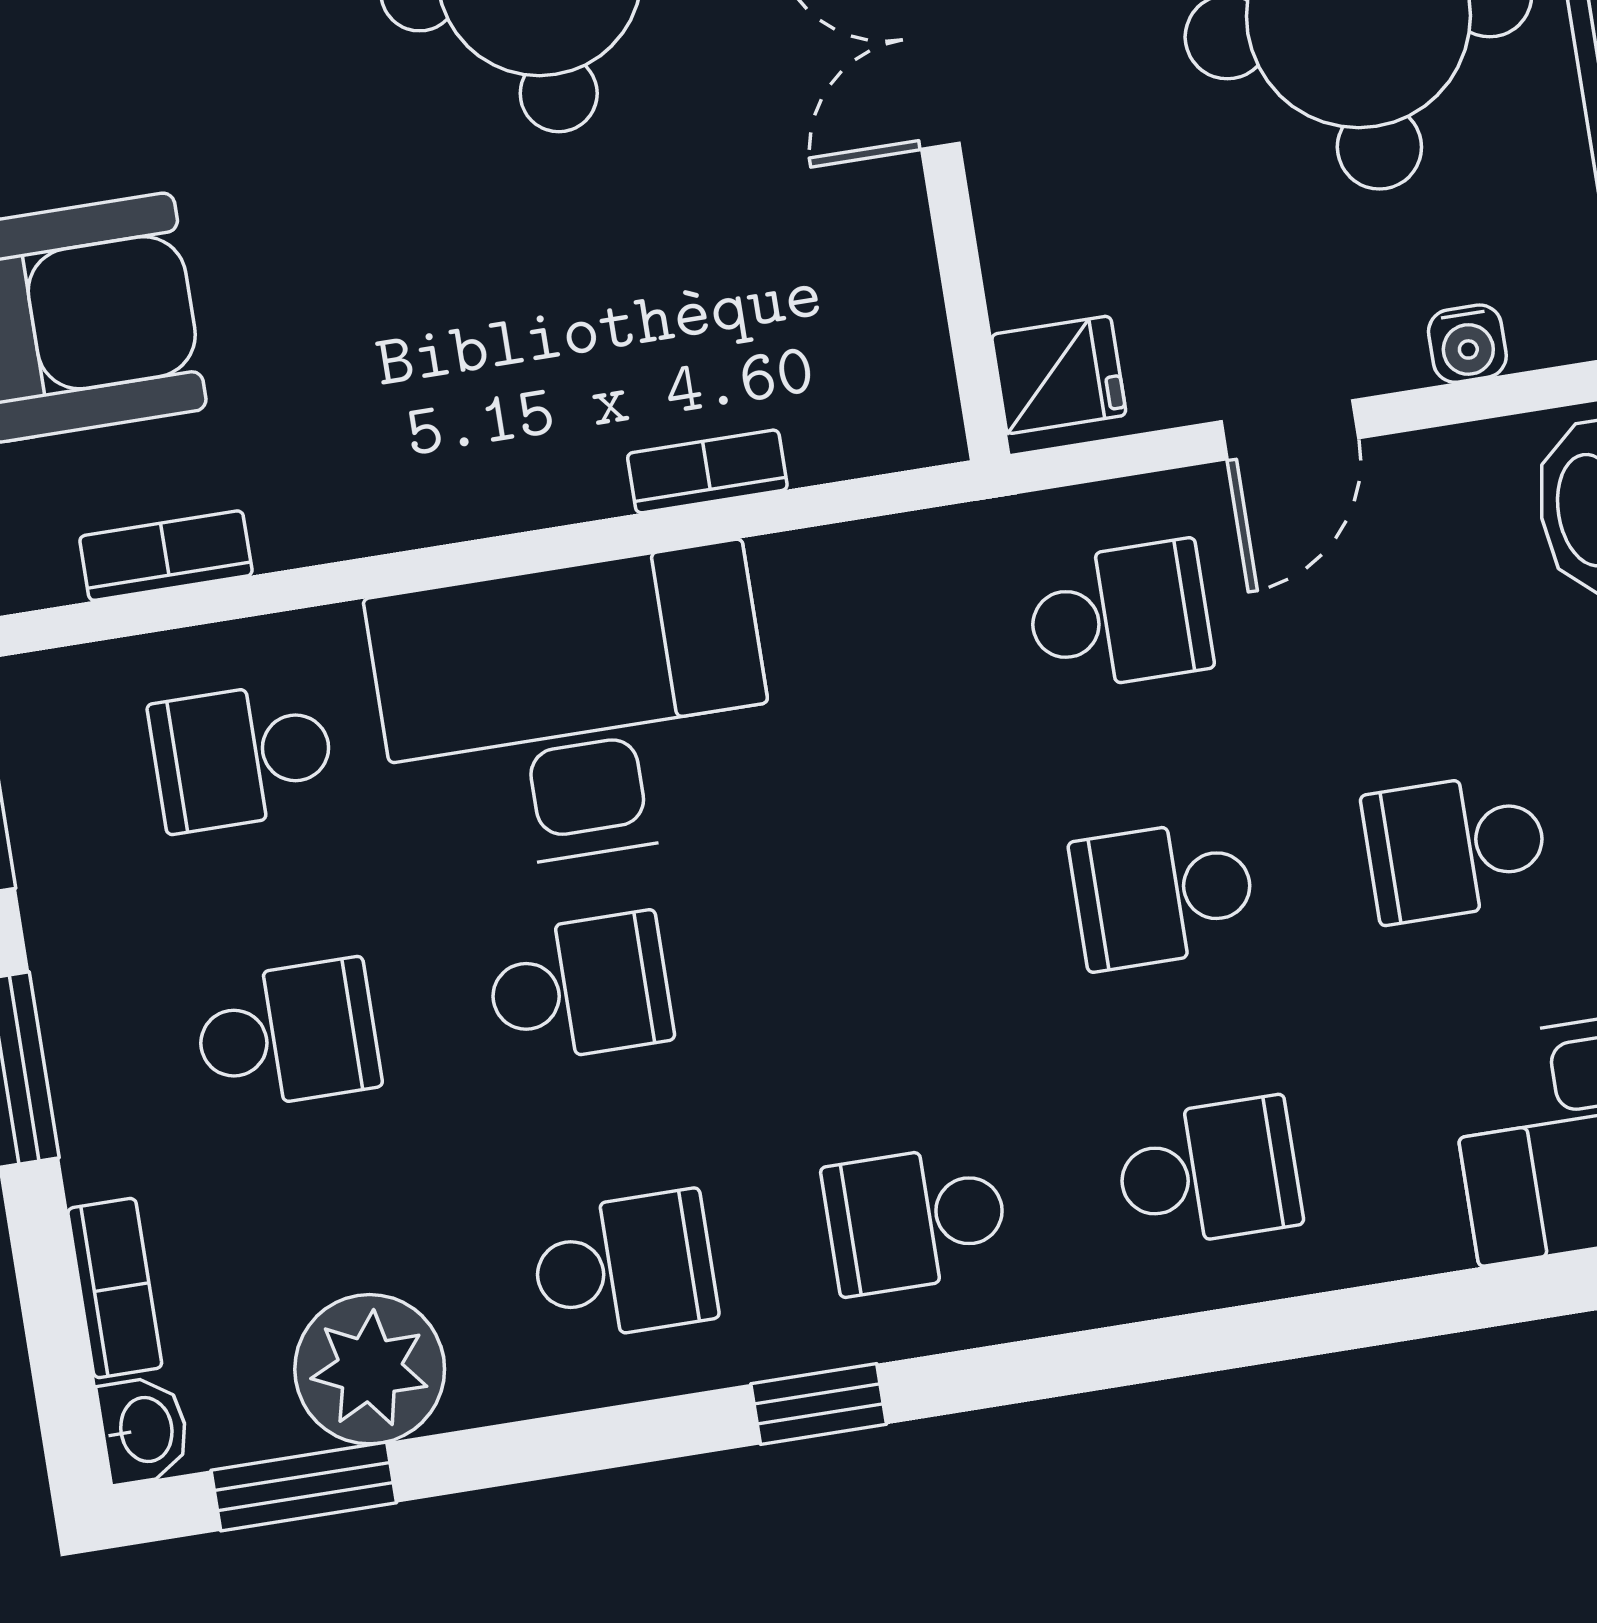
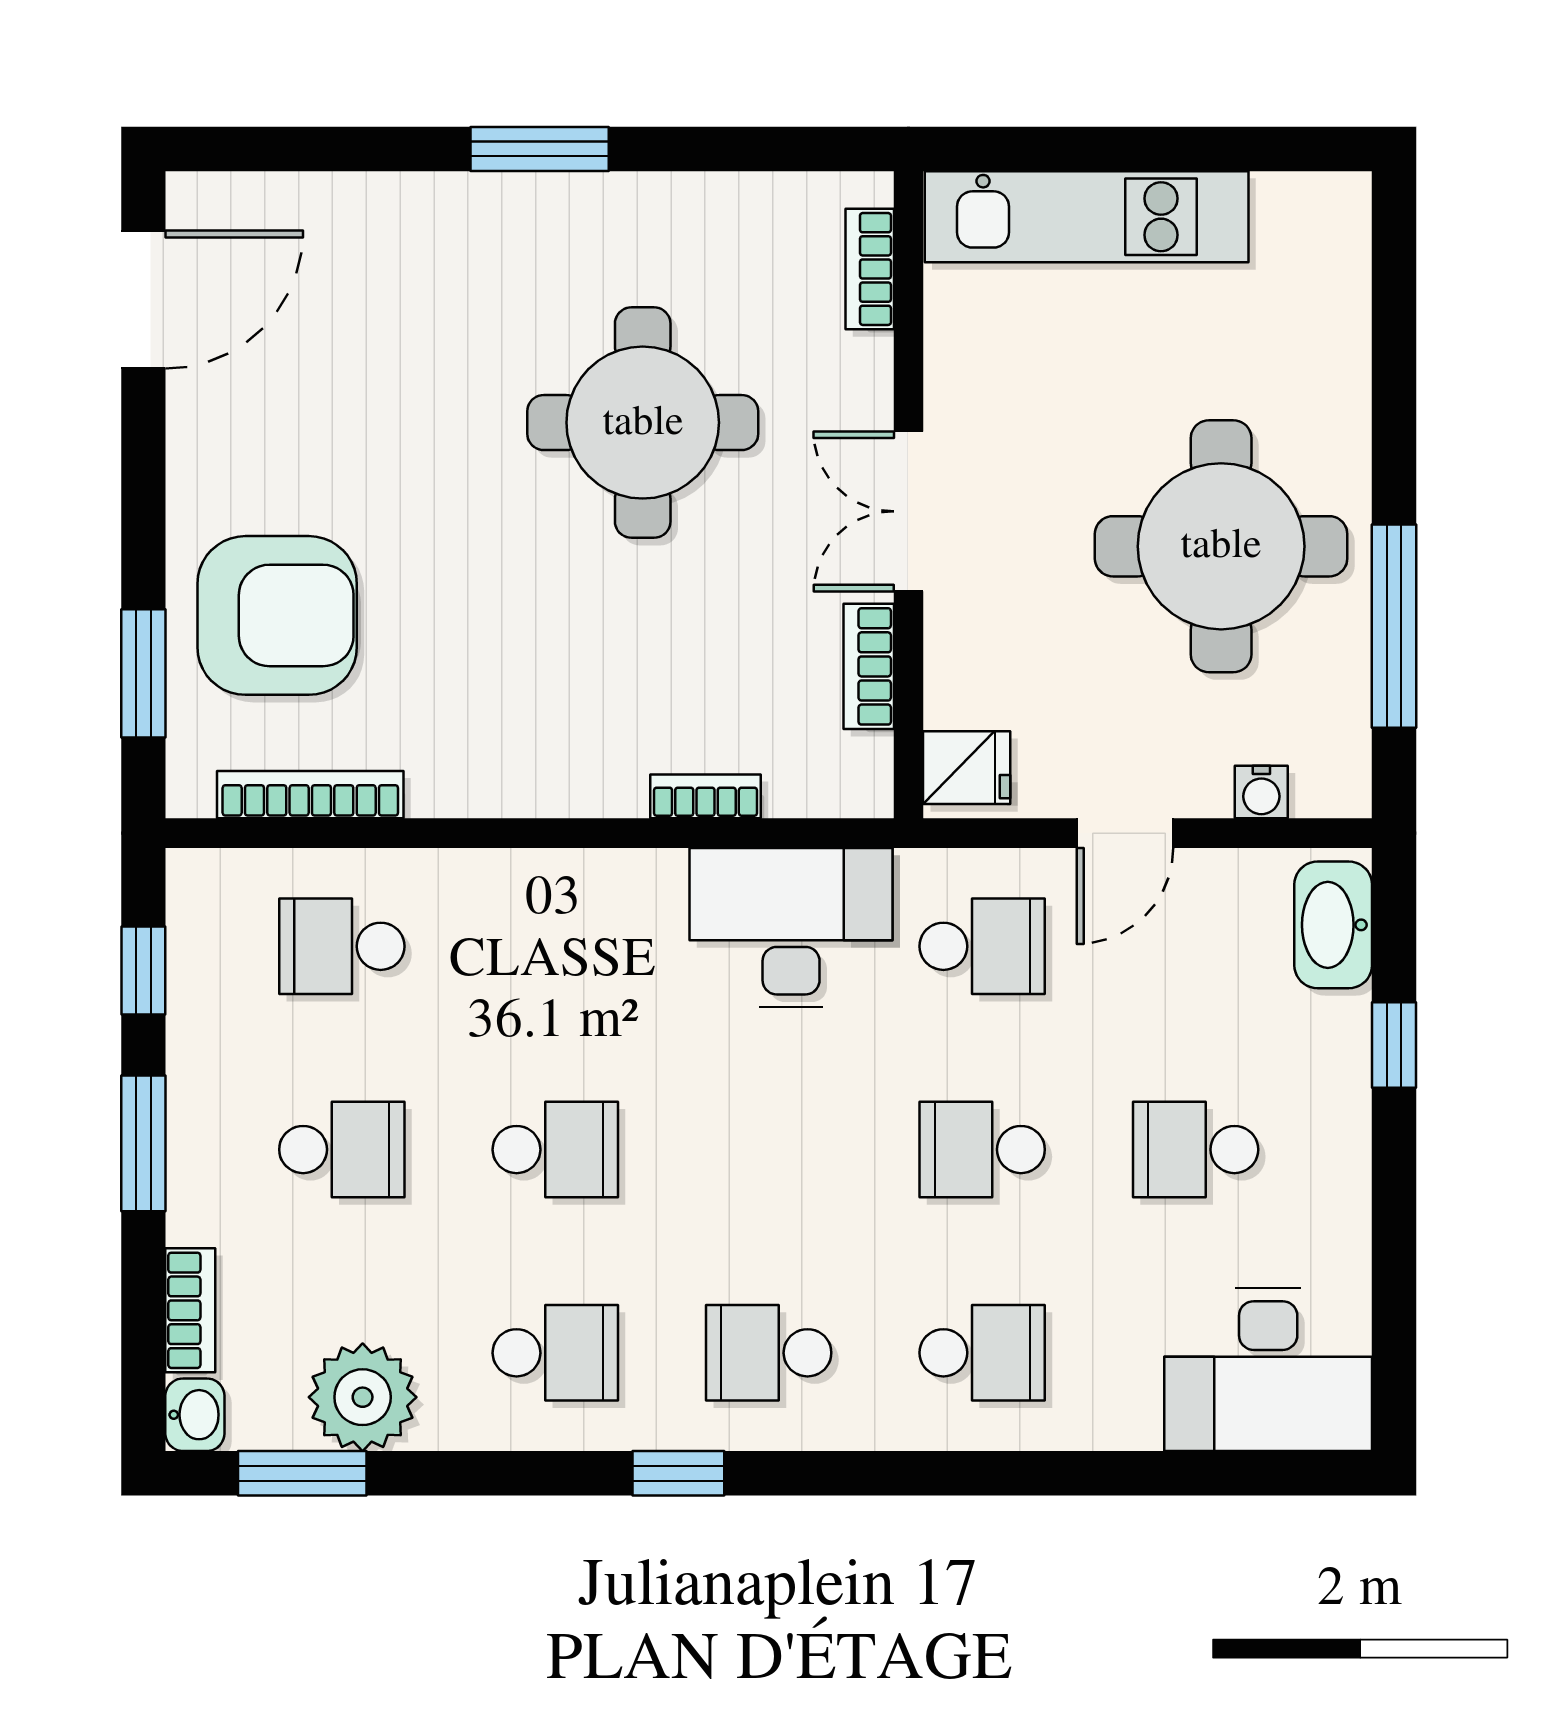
bookcase: (902, 258) -> (869, 666), added
bookcase: (166, 556) -> (310, 795), width x1.56
desk: (575, 710) -> (791, 928), moved, width x0.73, depth x0.77

